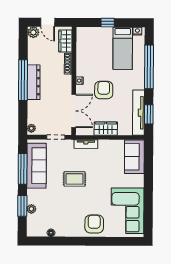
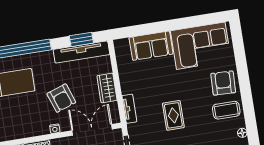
armchair: (104, 90) -> (61, 98), turned -109
sofa: (134, 157) -> (151, 46), moved
coffee table: (72, 223) -> (226, 110), added
armchair: (94, 224) -> (223, 83), turned 92

